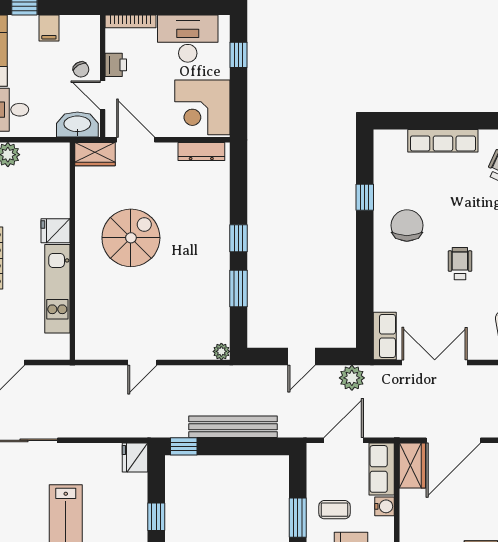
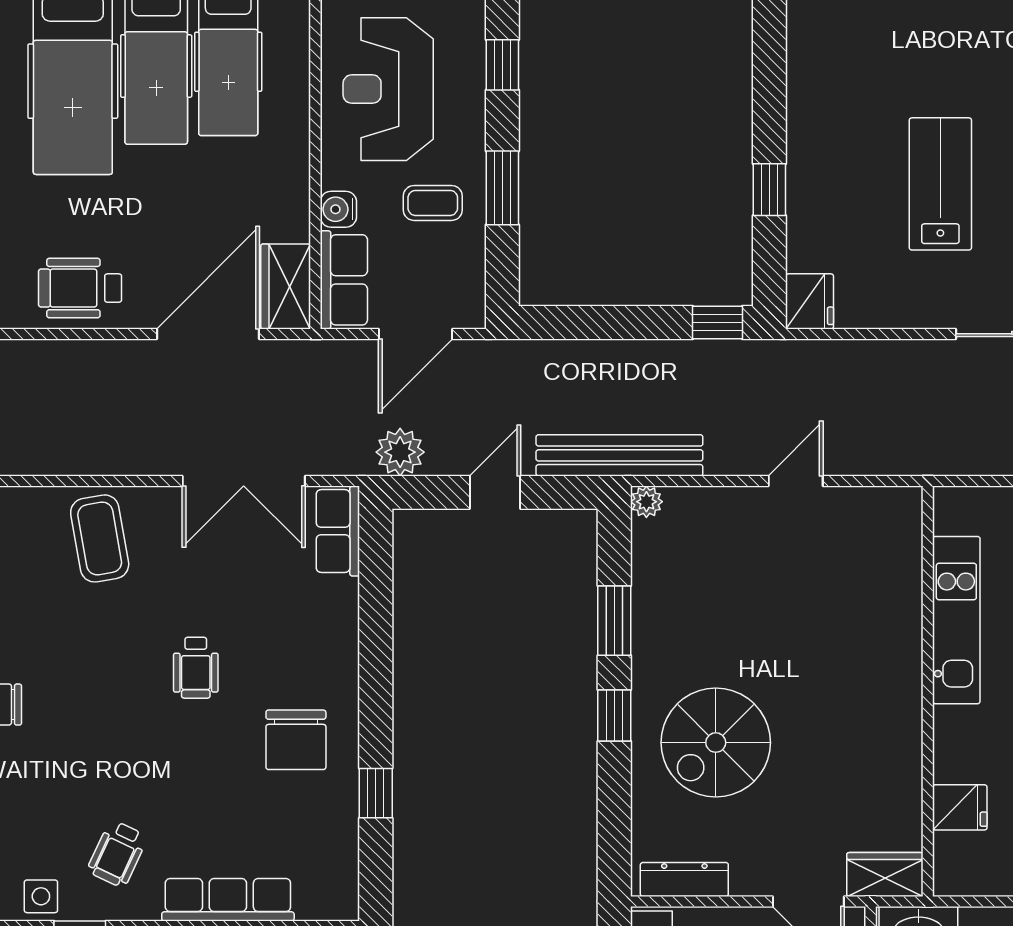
fridge: (55, 231) -> (960, 807), moved
spiral stairs: (131, 238) -> (716, 743), moved
bench: (233, 427) -> (619, 455), moved

